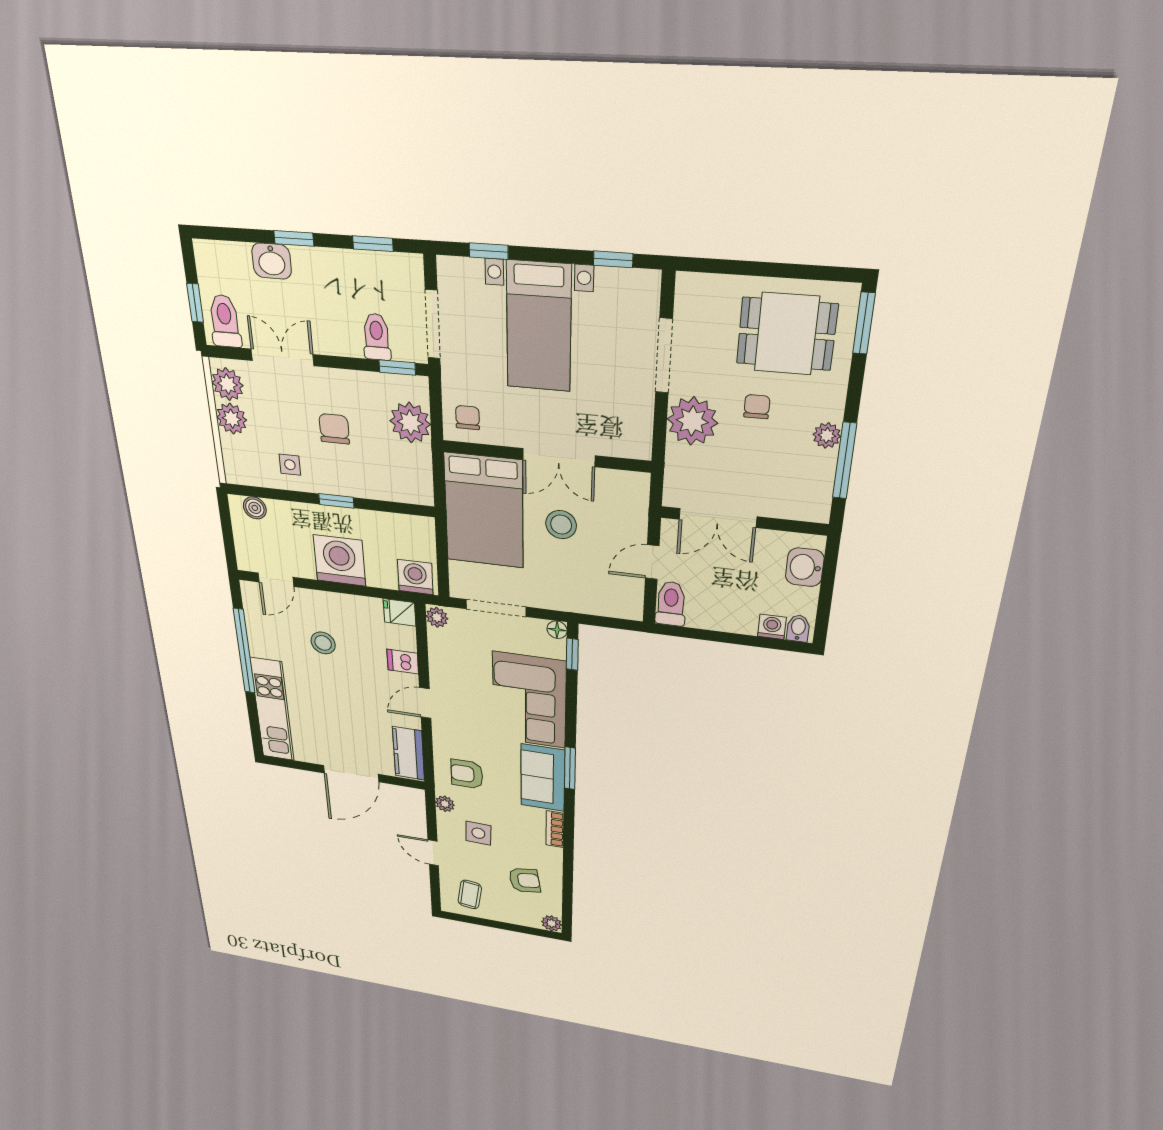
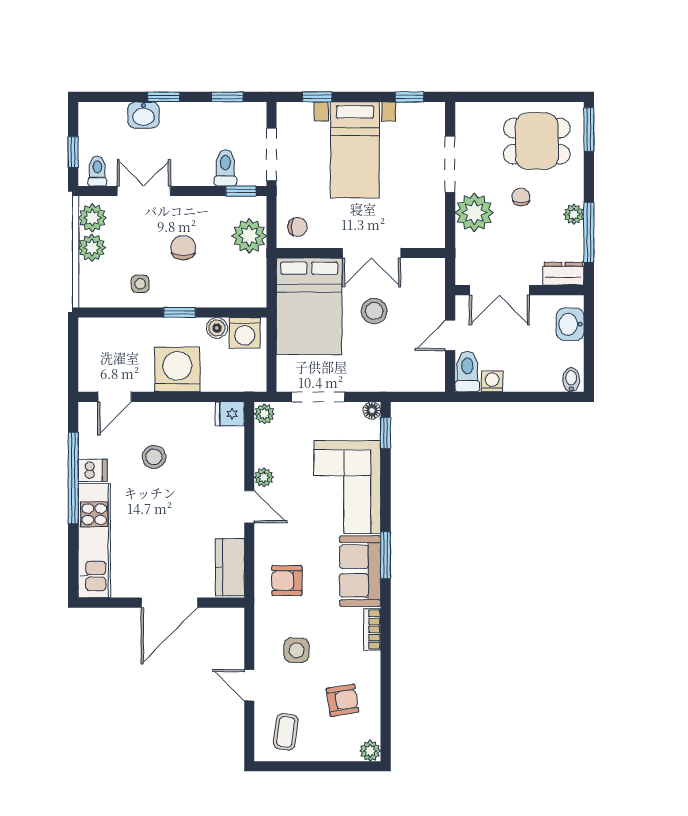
toilet: (225, 321) -> (97, 171), width x0.73, depth x0.72
chair: (468, 418) -> (297, 227), turned 92
dresser: (803, 507) -> (563, 274), added
boiler: (255, 508) -> (217, 328), moved
washing machine: (415, 577) -> (245, 333), moved, turned 180
washing machine: (772, 627) -> (492, 381), moved
dishwasher: (403, 662) -> (93, 470), moved, turned 180
door: (425, 703) -> (249, 507), swing flipped
plant: (445, 804) -> (264, 477), moved

